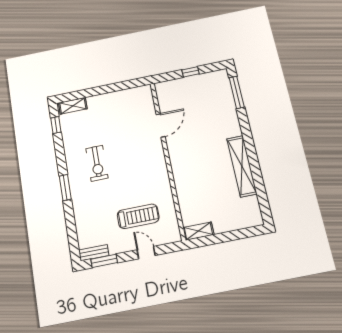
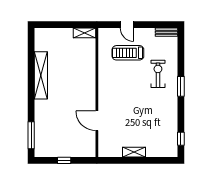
shelving: (73, 106) -> (134, 152), moved
door: (161, 125) -> (97, 121), hinge flipped
exercise bike: (97, 163) -> (158, 74), moved
window: (104, 261) -> (160, 25), removed

